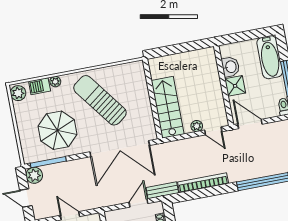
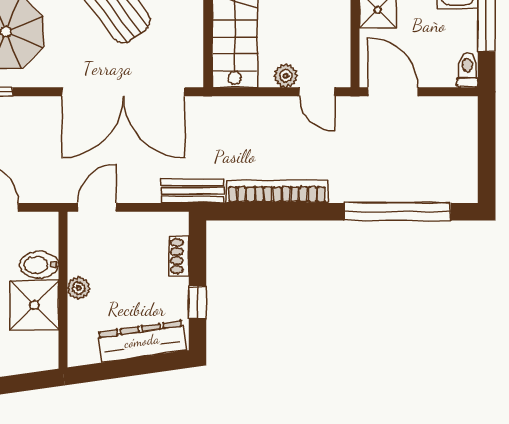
door: (139, 203) -> (97, 207), moved

